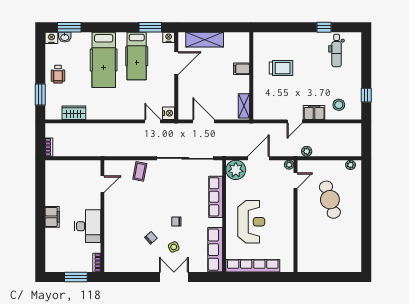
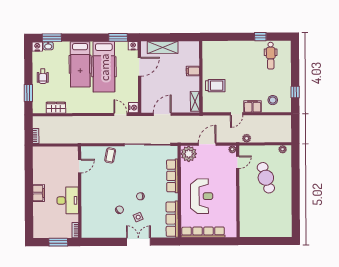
hospital bed: (137, 56) -> (104, 67), width x1.37, depth x1.29
trolley: (281, 68) -> (215, 86), moved
door: (204, 121) -> (162, 114), hinge flipped

